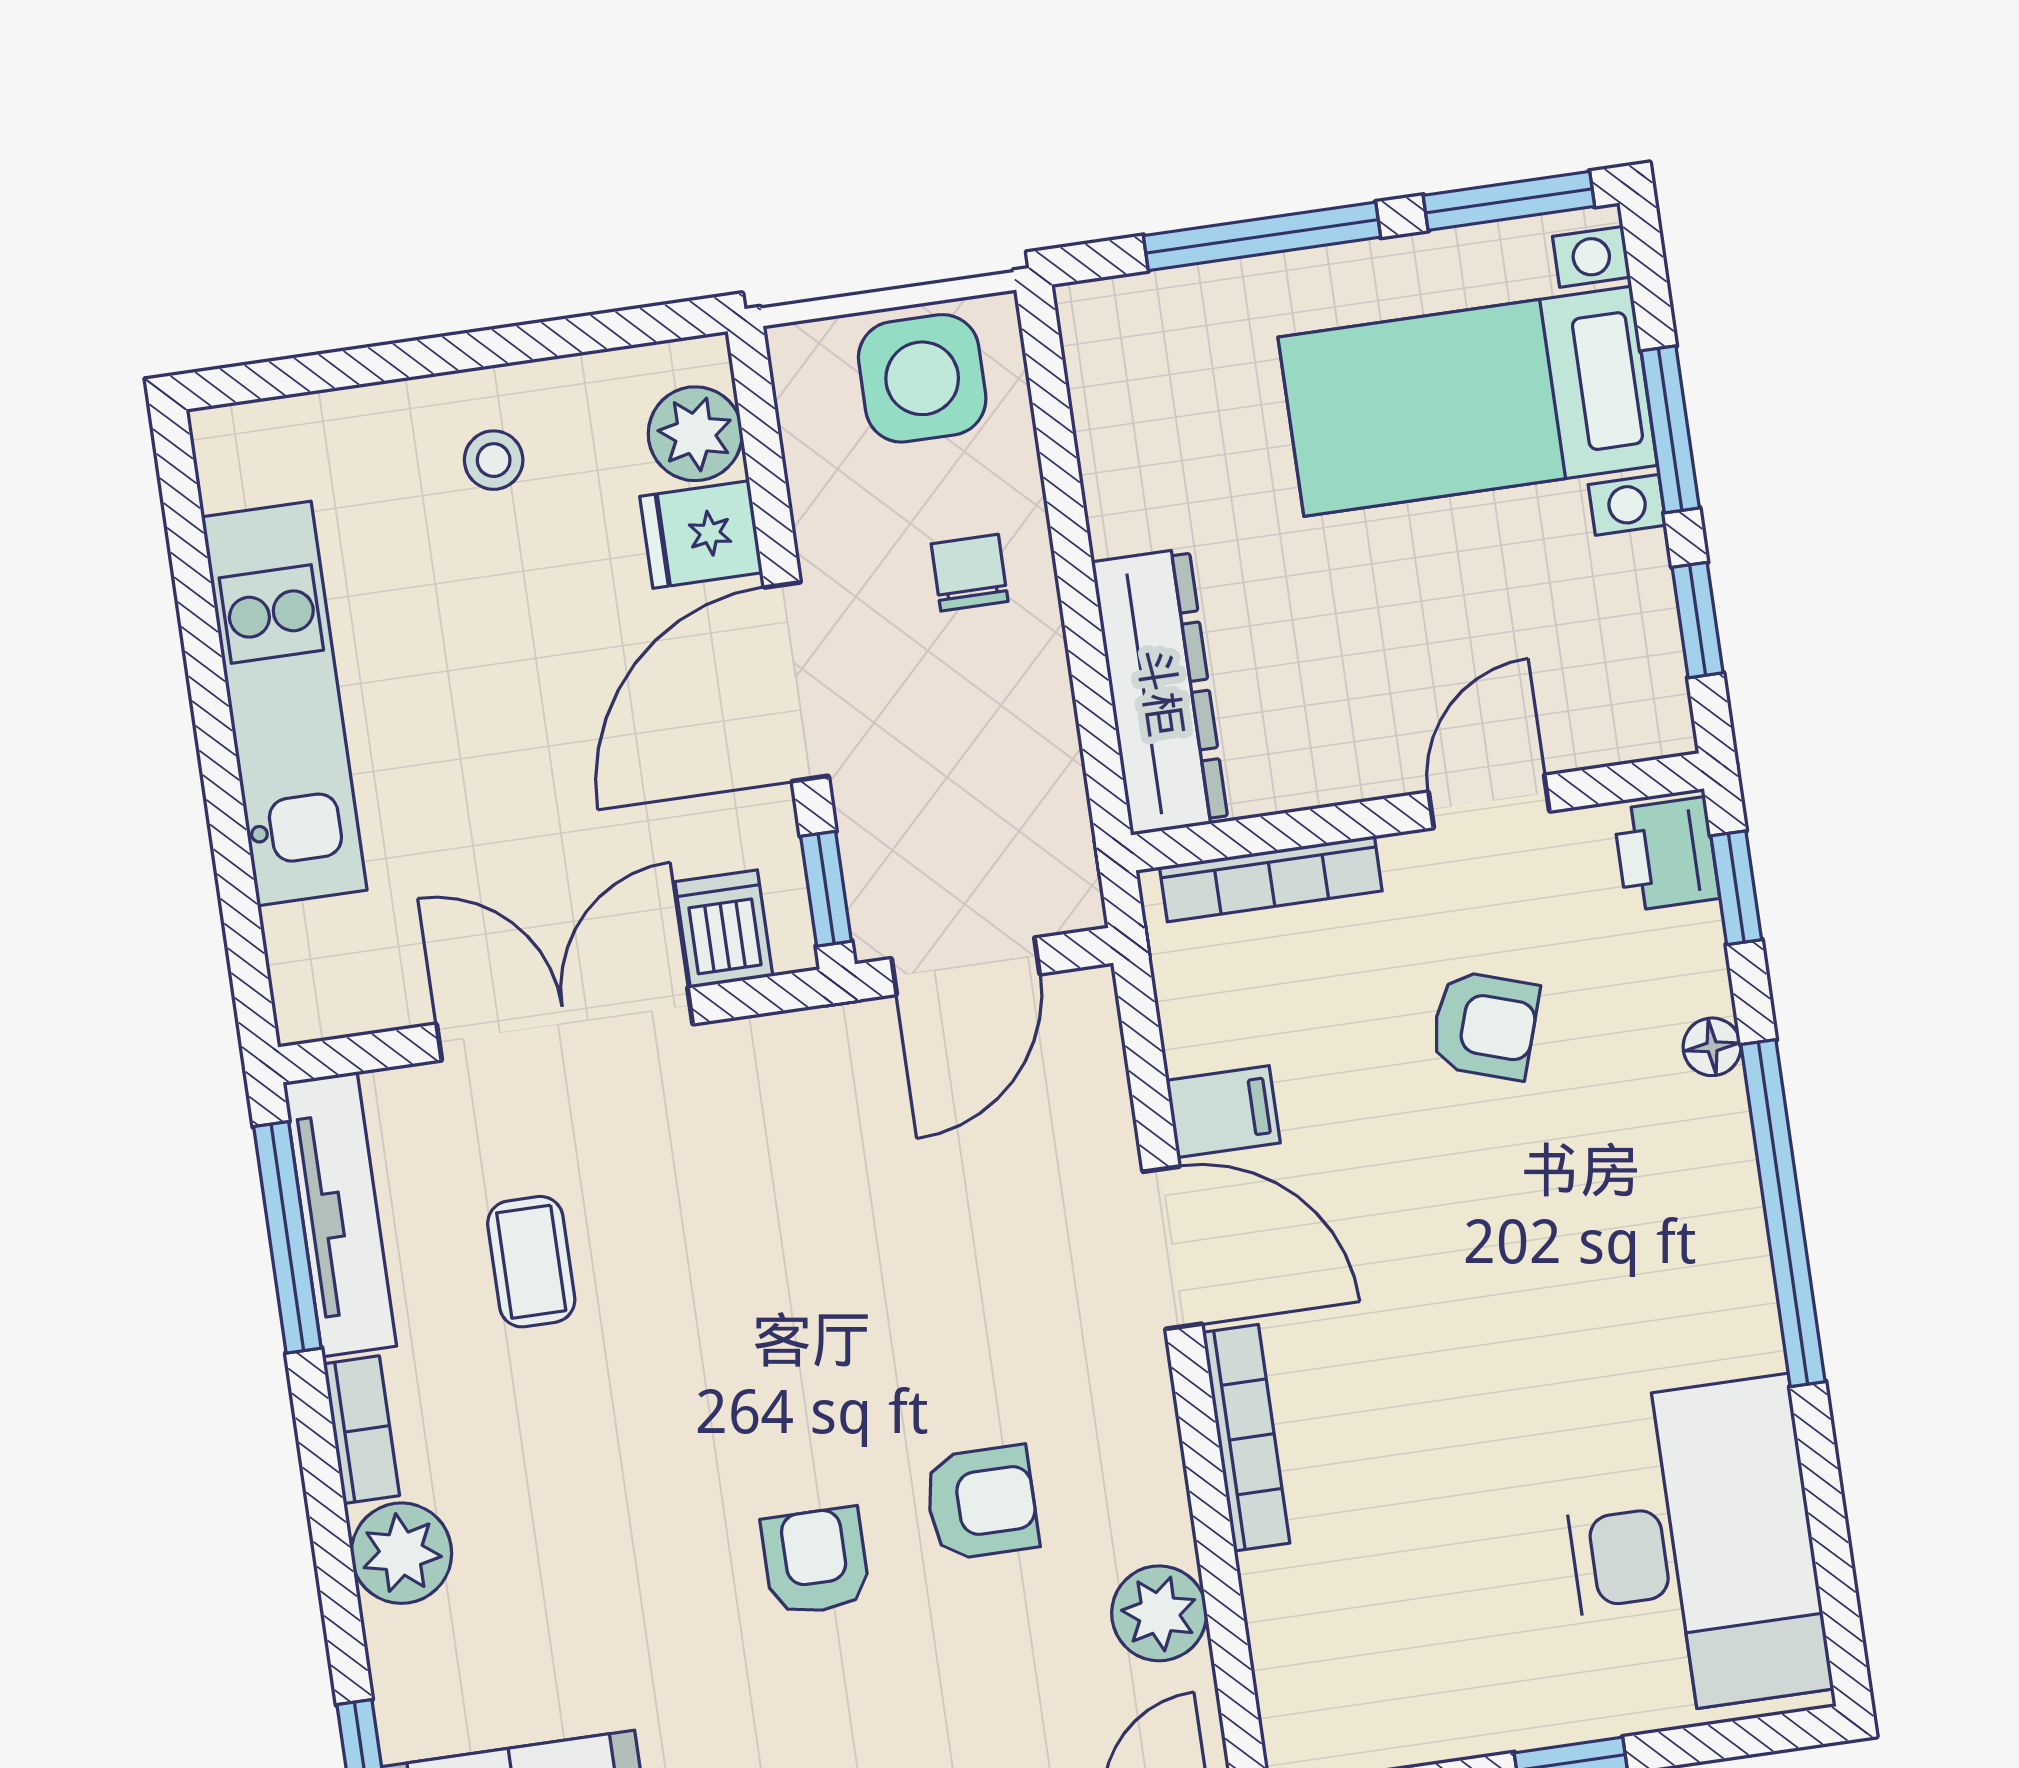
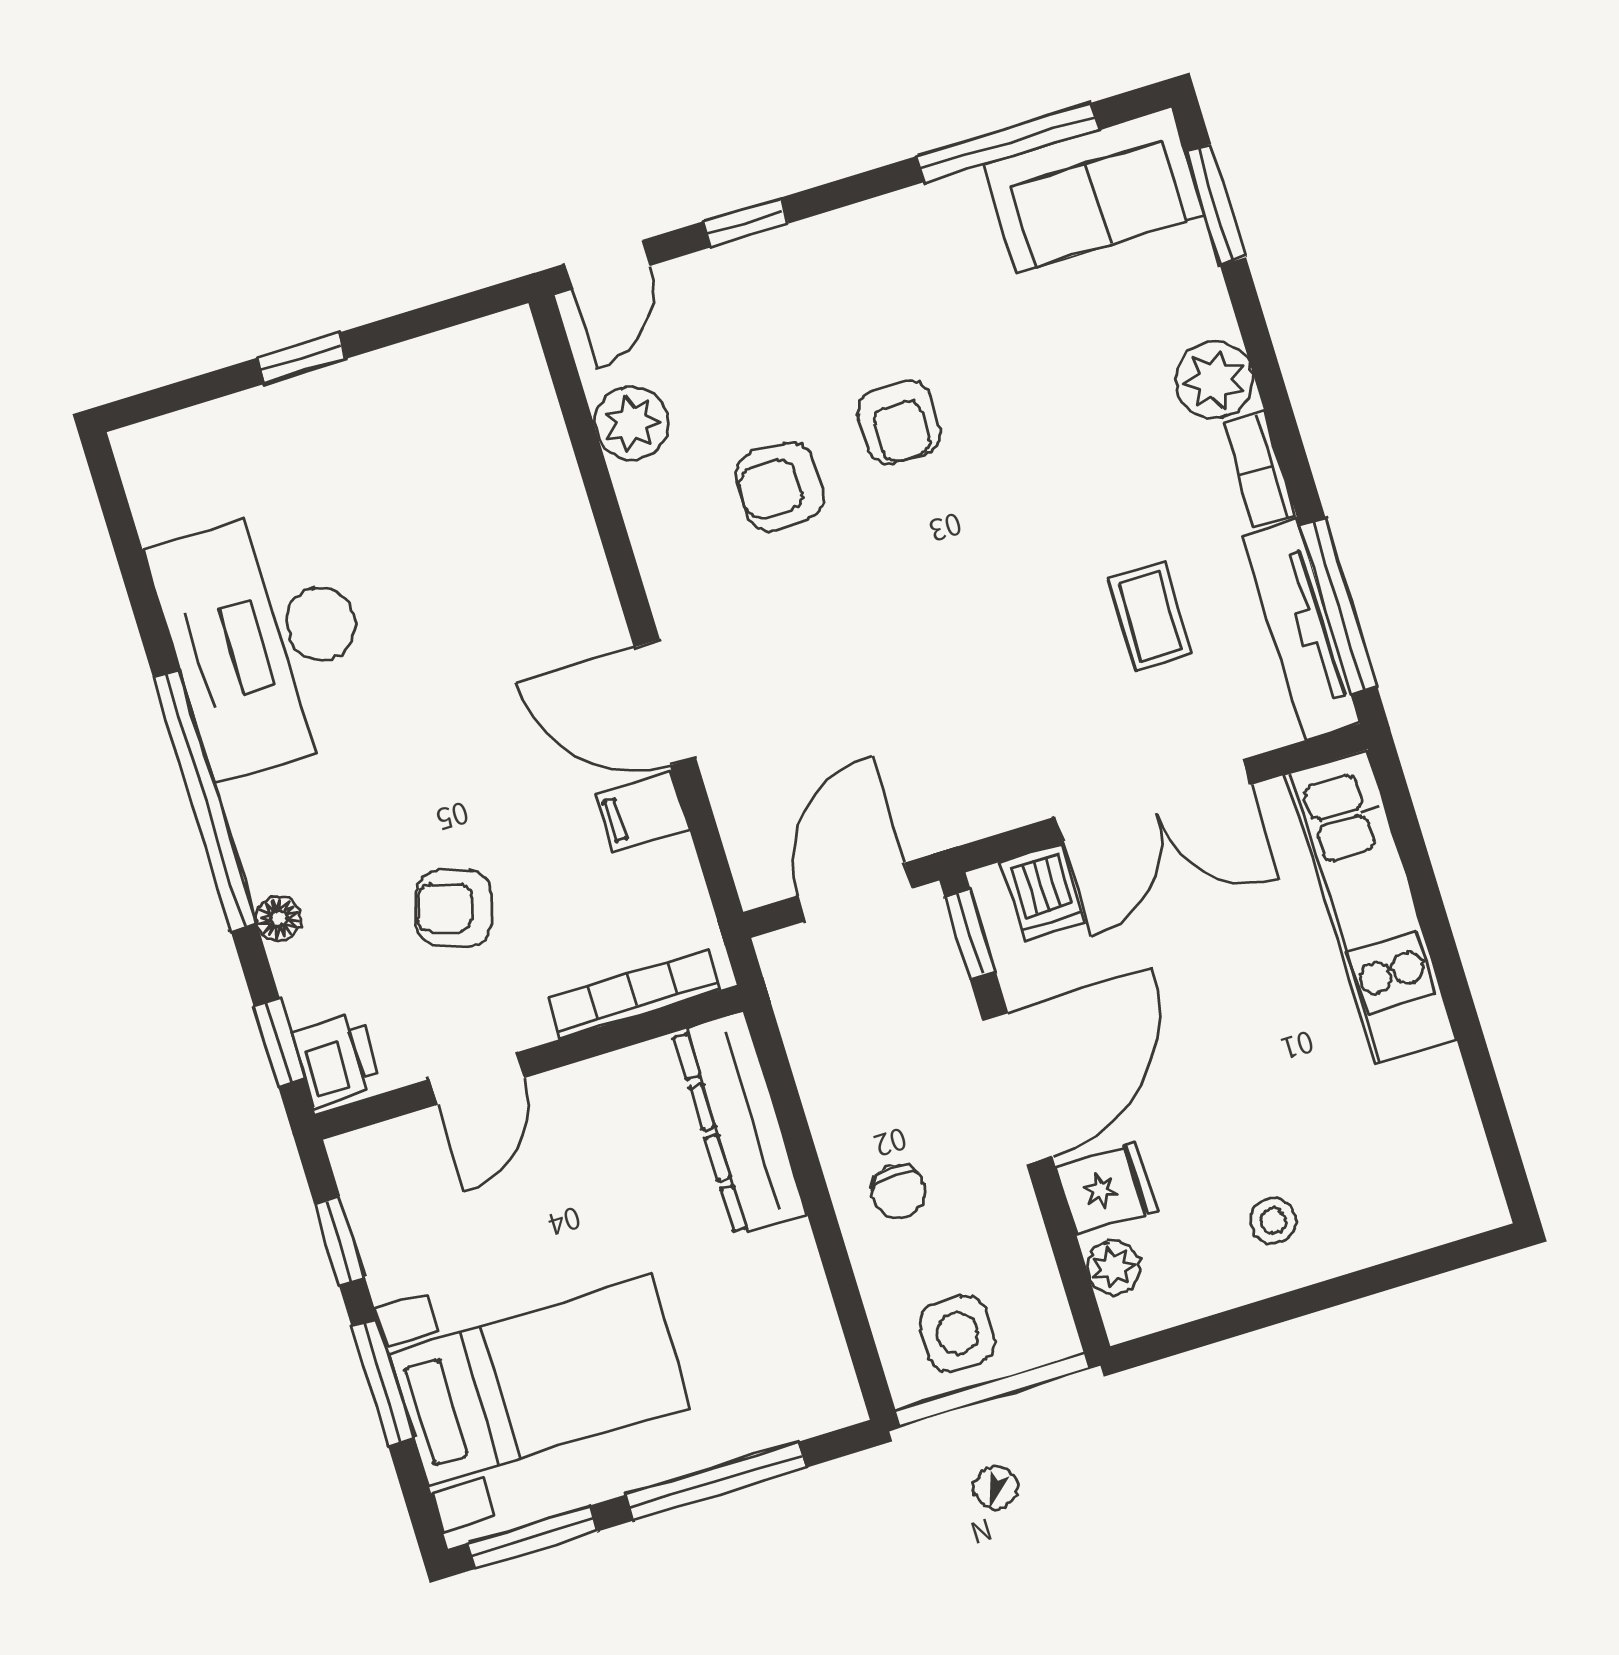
side table: (922, 378) -> (957, 1333), width x0.73, depth x0.73
plant: (695, 434) -> (1114, 1268), width x0.73, depth x0.73
kitchen unit: (284, 703) -> (1371, 906), moved
bookcase: (1246, 1438) -> (586, 567), removed
desk: (1693, 1548) -> (266, 640), moved

